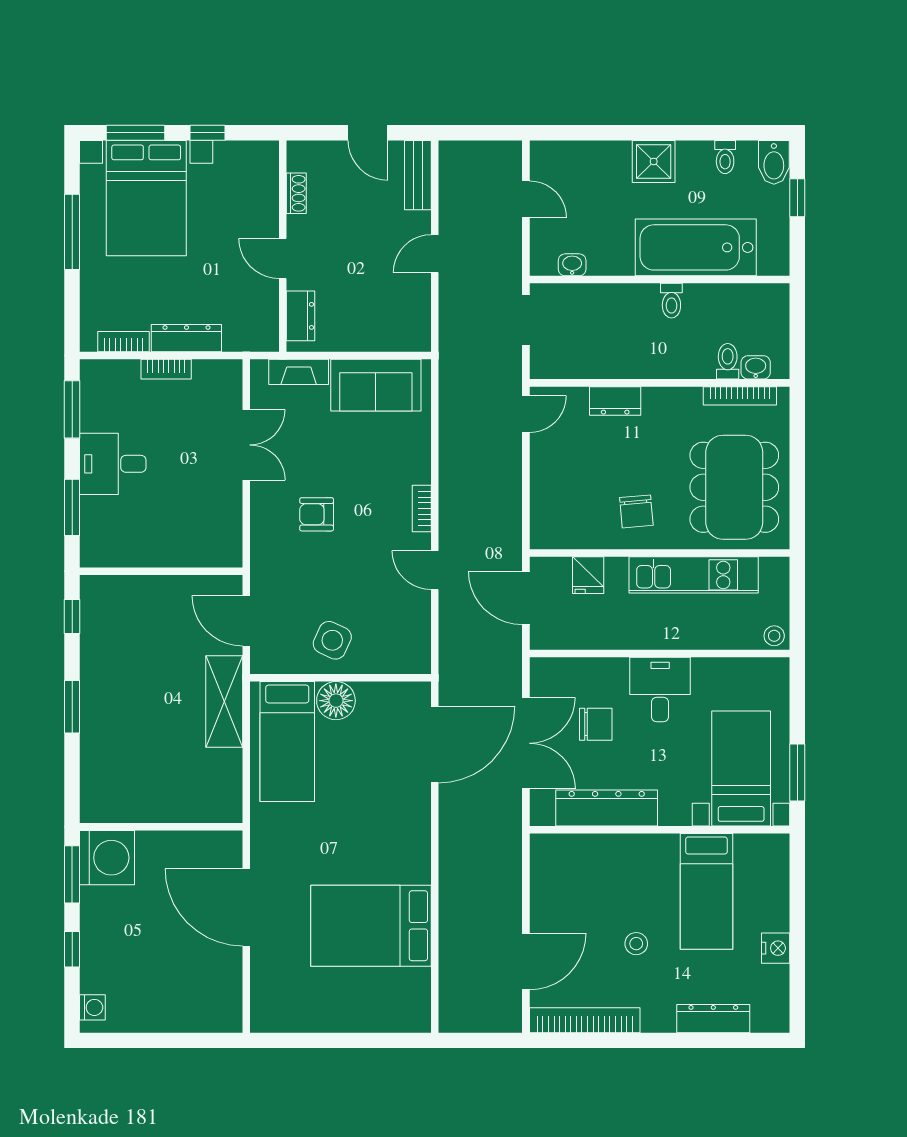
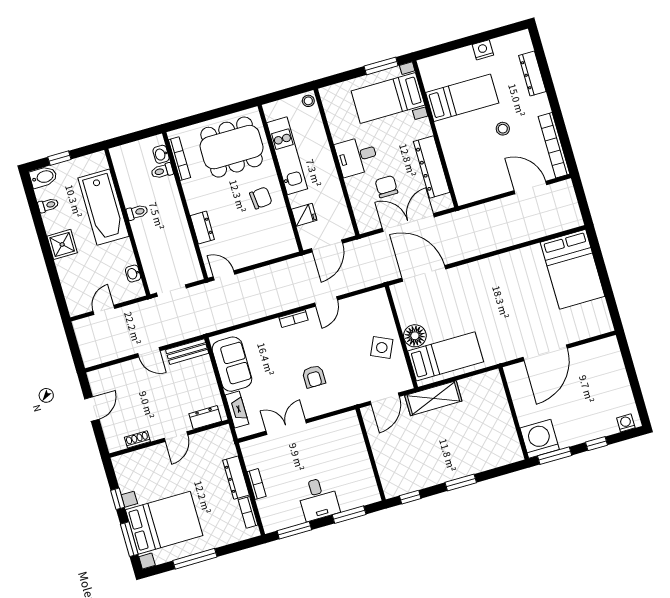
bench: (418, 175) -> (187, 352), moved
bed: (371, 926) -> (573, 269), moved

